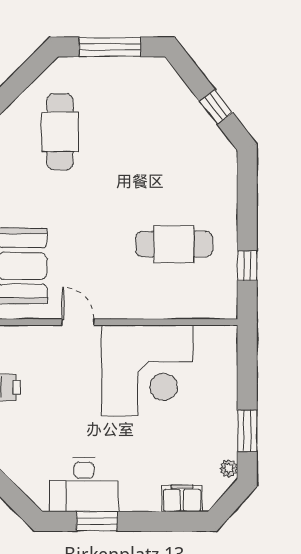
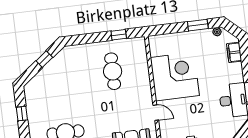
window: (110, 47) -> (22, 114), width x0.46
door: (78, 322) -> (156, 113), swing flipped

